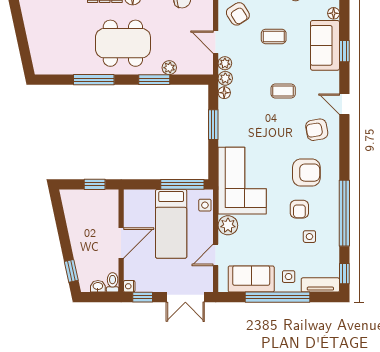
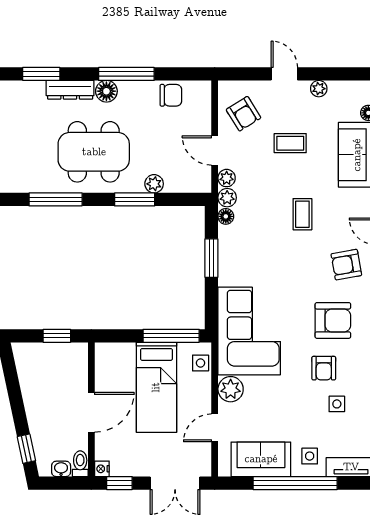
coffee table: (283, 91) -> (302, 214), turned 90

